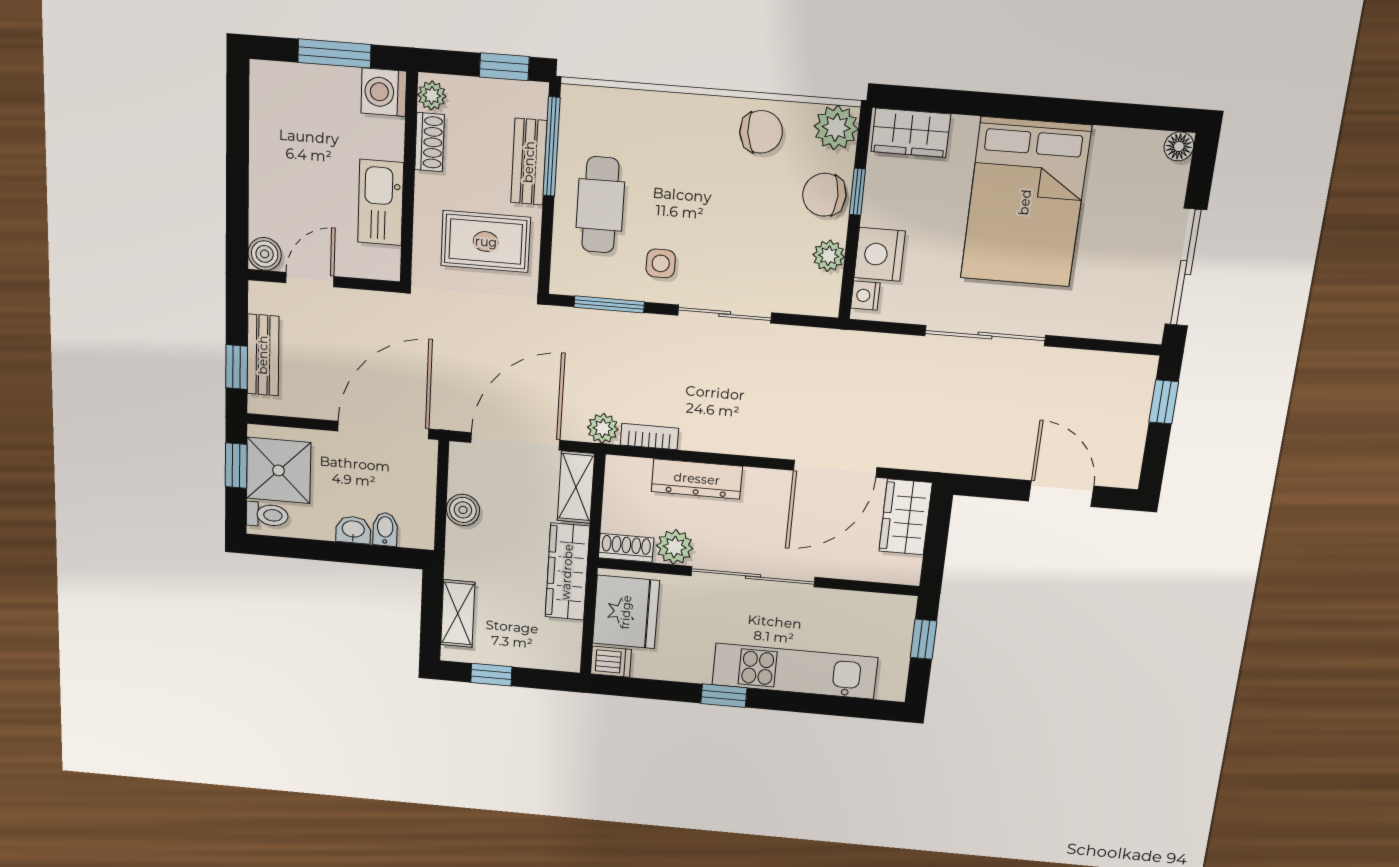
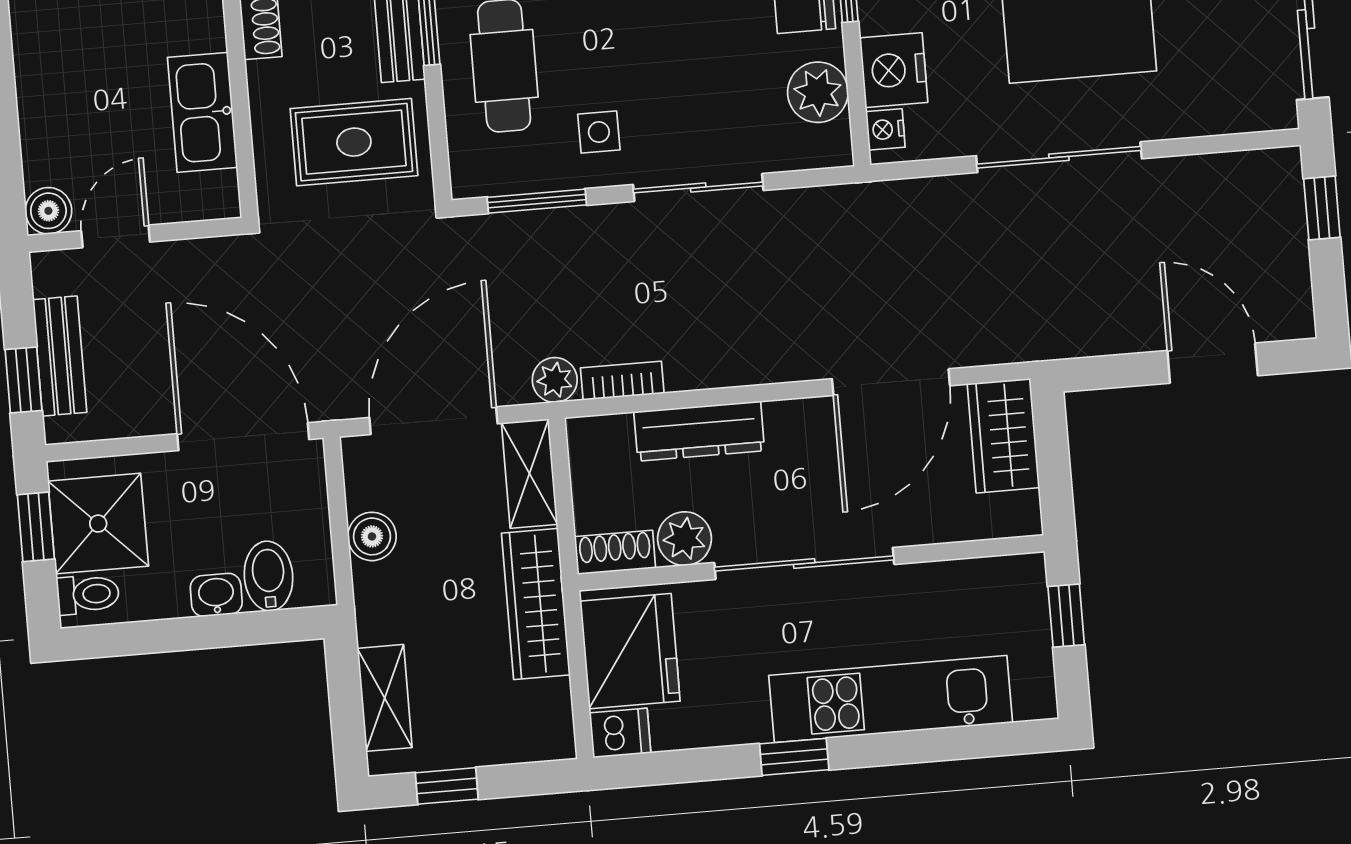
plant: (829, 256) -> (818, 92), width x1.38, depth x1.38
door: (383, 430) -> (243, 437), hinge flipped
bidet: (385, 529) -> (268, 576), width x1.38, depth x1.36

